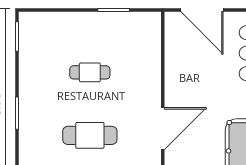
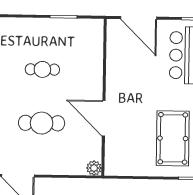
door: (163, 129) -> (104, 118), swing flipped

